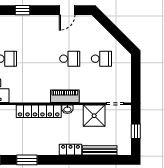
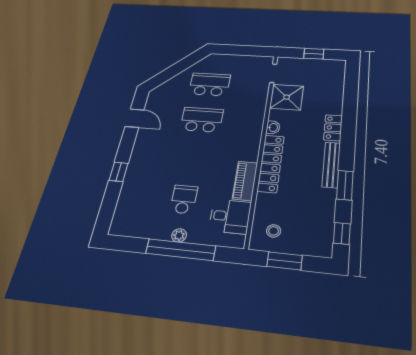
school desk: (70, 59) -> (202, 120), width x1.85
school desk: (101, 59) -> (210, 84), width x1.85
piano: (65, 96) -> (245, 181), moved
bench: (100, 150) -> (331, 165), moved

